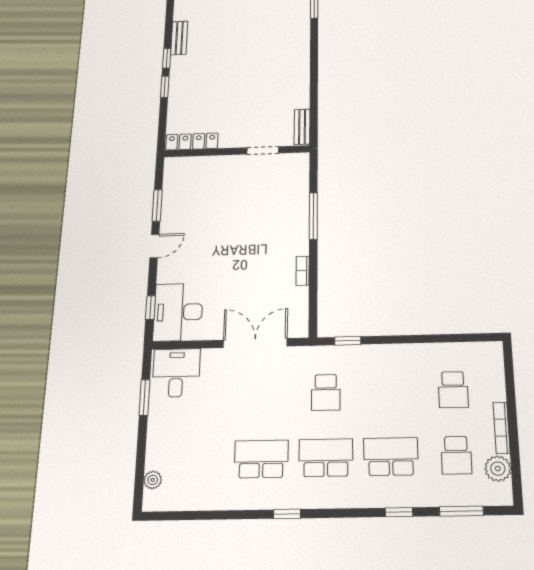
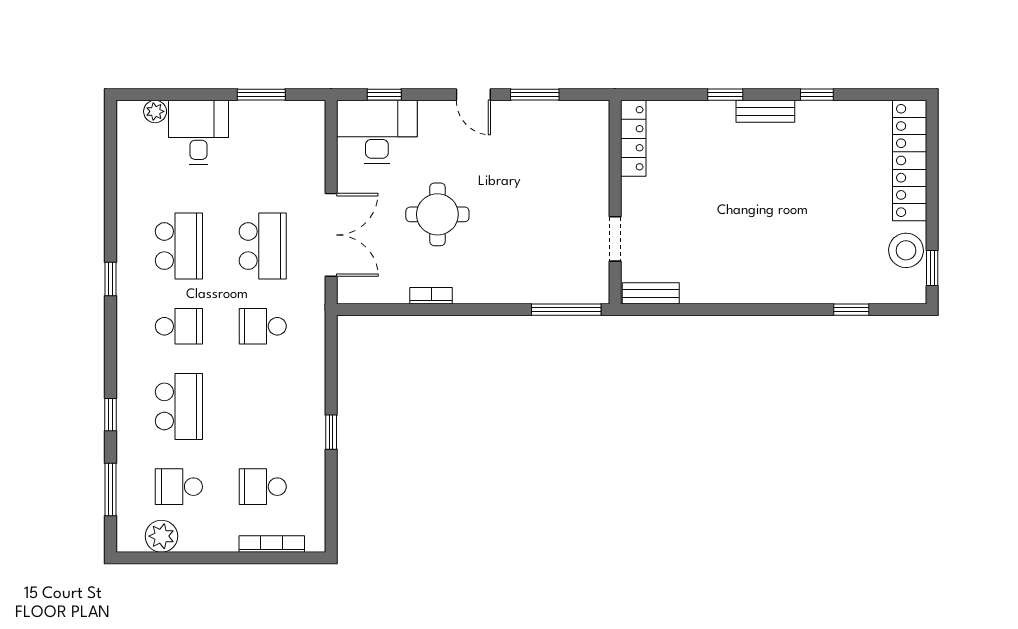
bench: (179, 38) -> (765, 111), moved
window: (167, 58) -> (817, 95), moved
window: (313, 216) -> (566, 310), moved
round table: (242, 268) -> (437, 214), added
window: (348, 341) -> (331, 432), moved
desk: (176, 373) -> (199, 132), moved, turned -90
school desk: (263, 394) -> (263, 246), added
bookcase: (502, 428) -> (272, 544), moved
school desk: (326, 458) -> (179, 326), width x0.54

